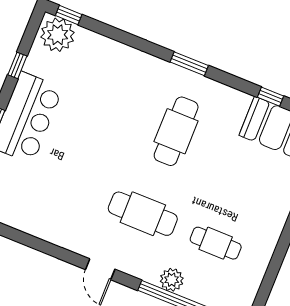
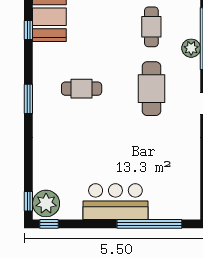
window: (17, 65) -> (49, 224), moved
cafe table: (176, 131) -> (82, 89), width x0.73, depth x0.74

